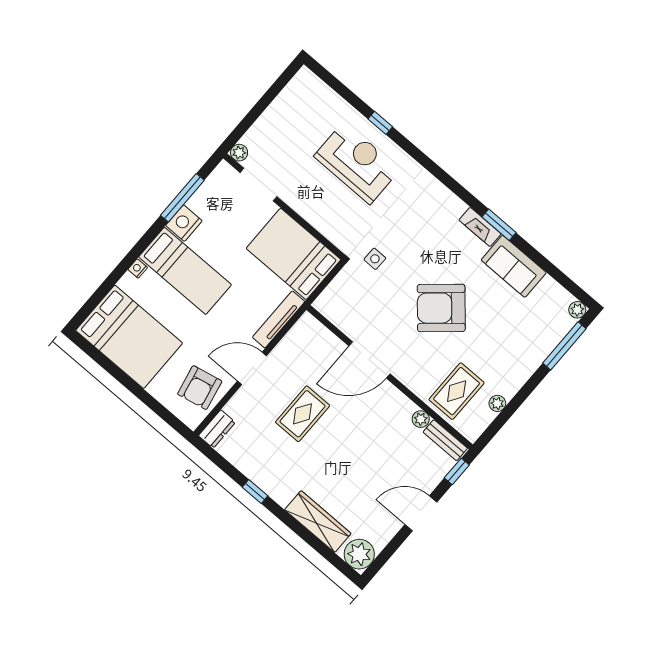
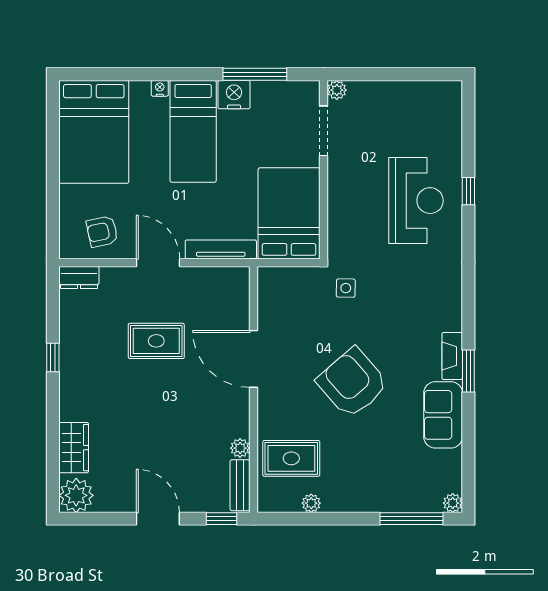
armchair: (200, 388) -> (102, 231), width x0.72, depth x0.72
wardrobe: (318, 522) -> (74, 448), width x0.67

